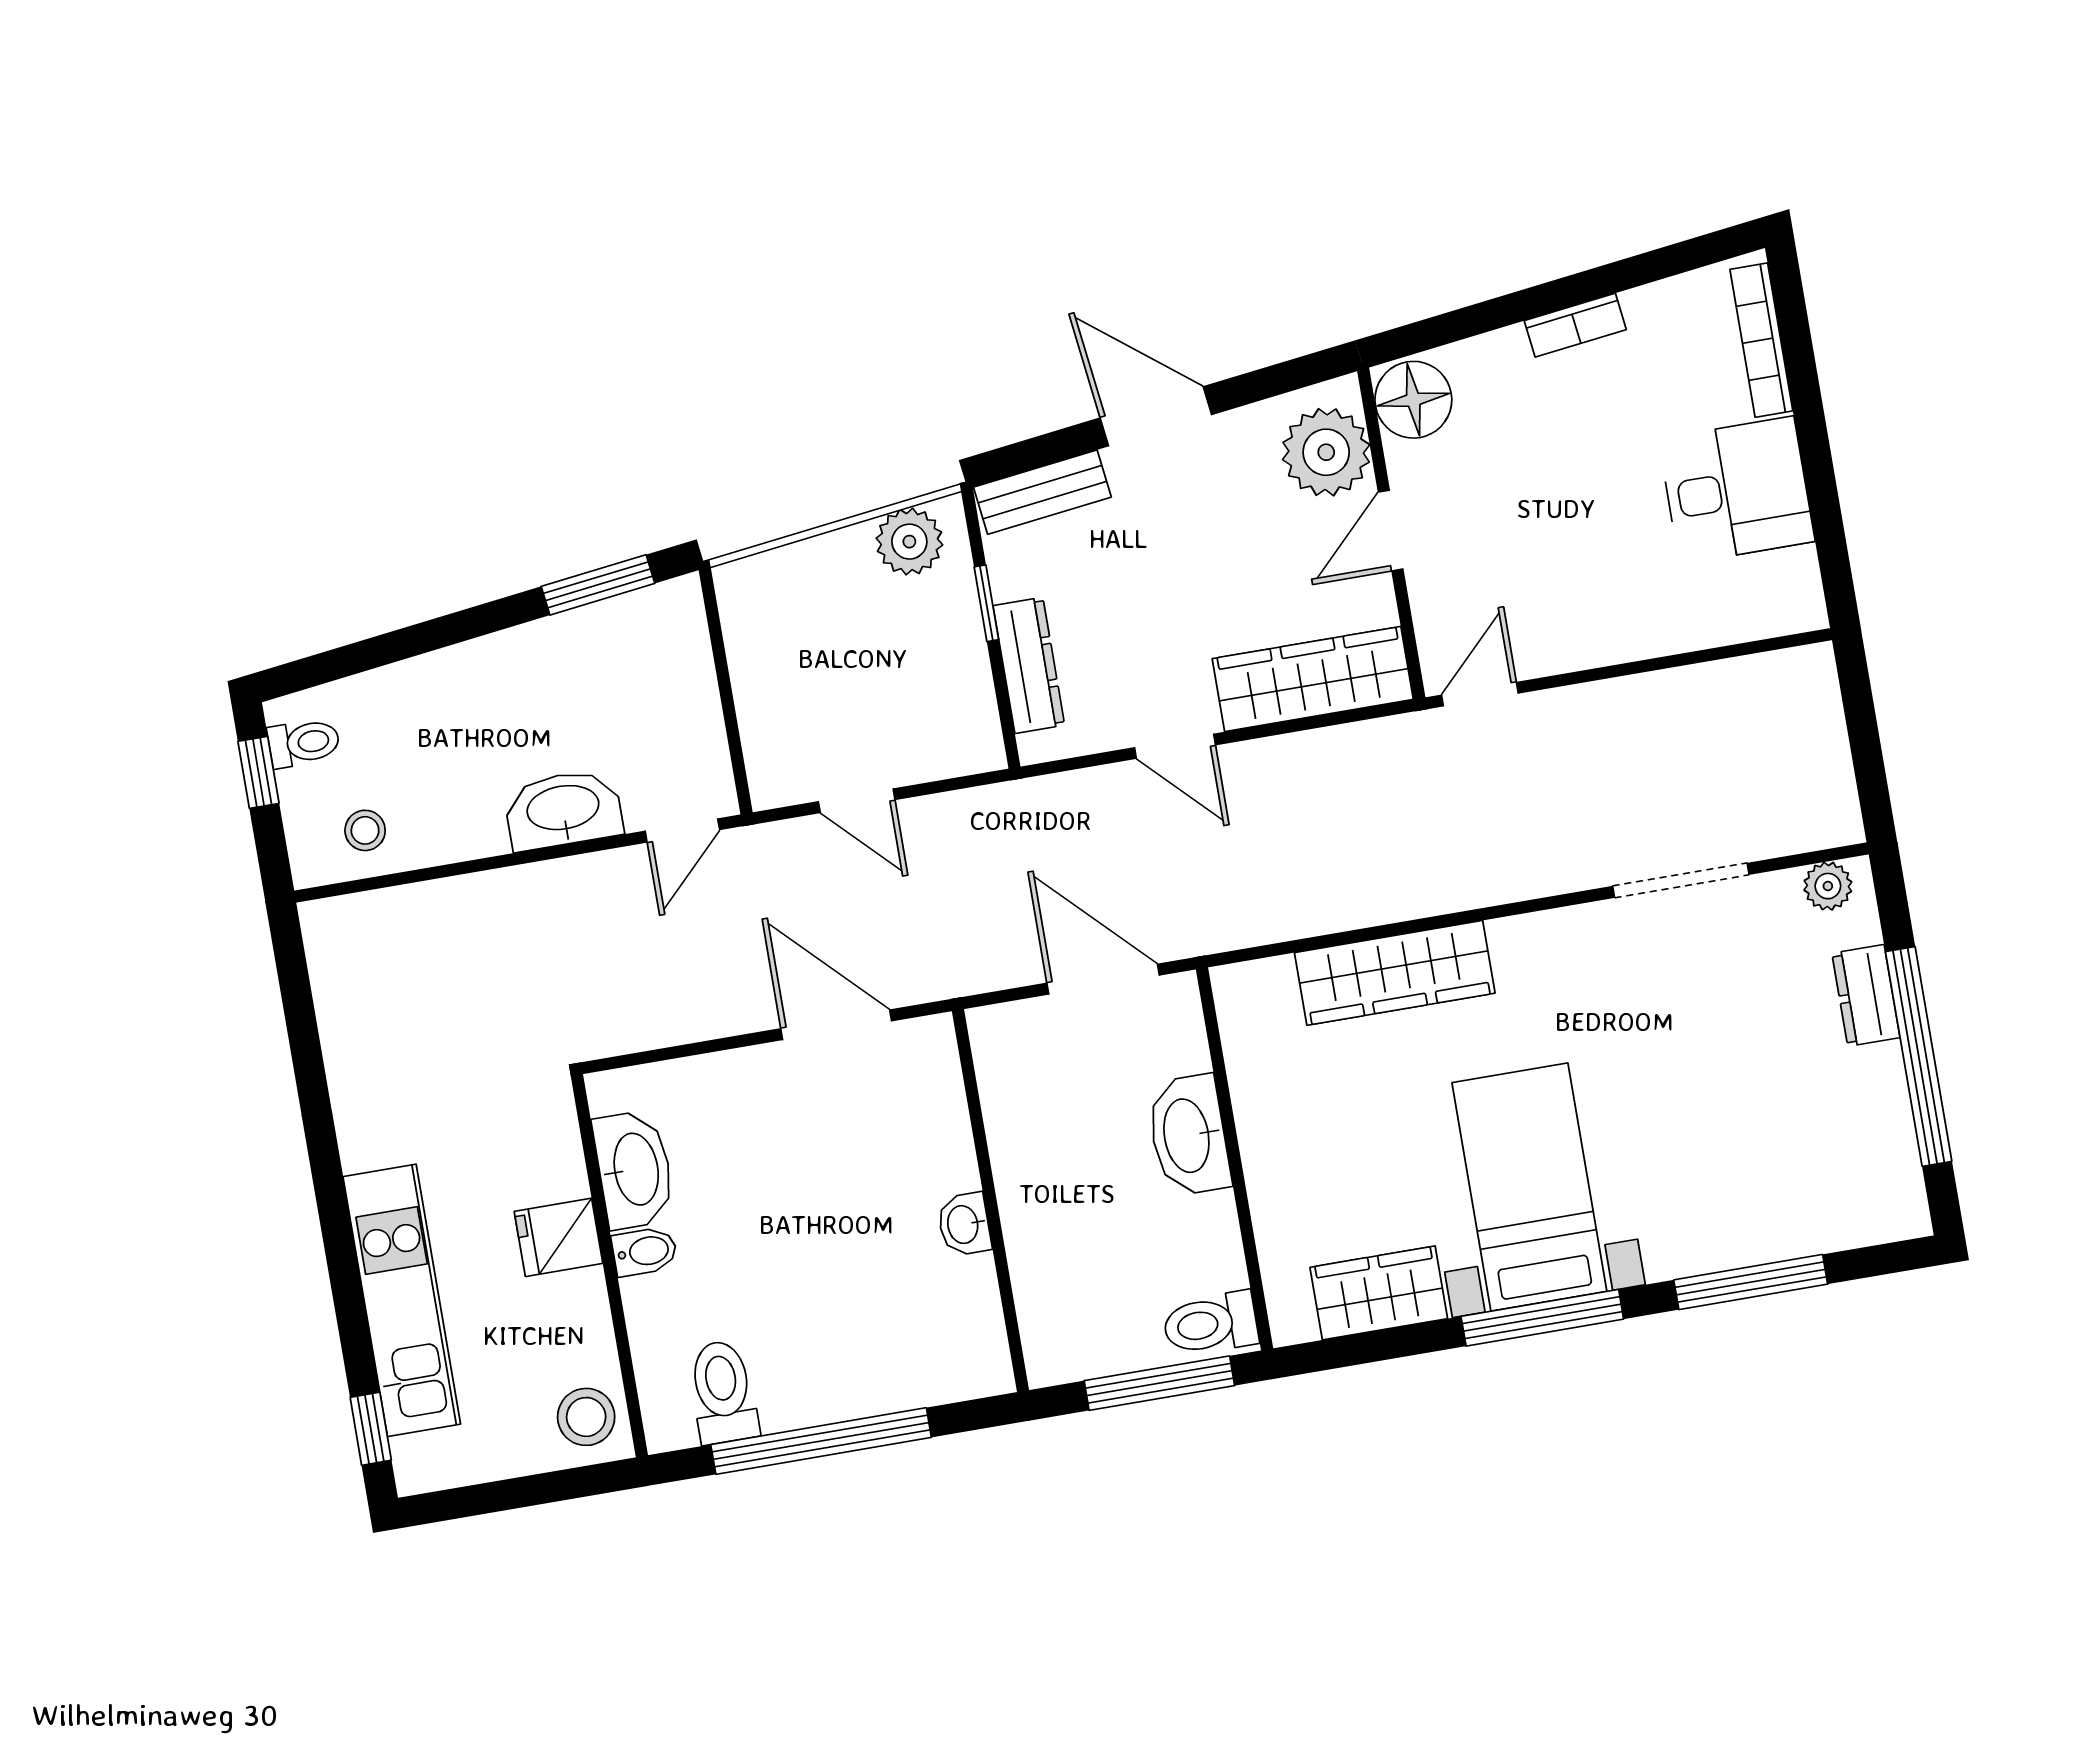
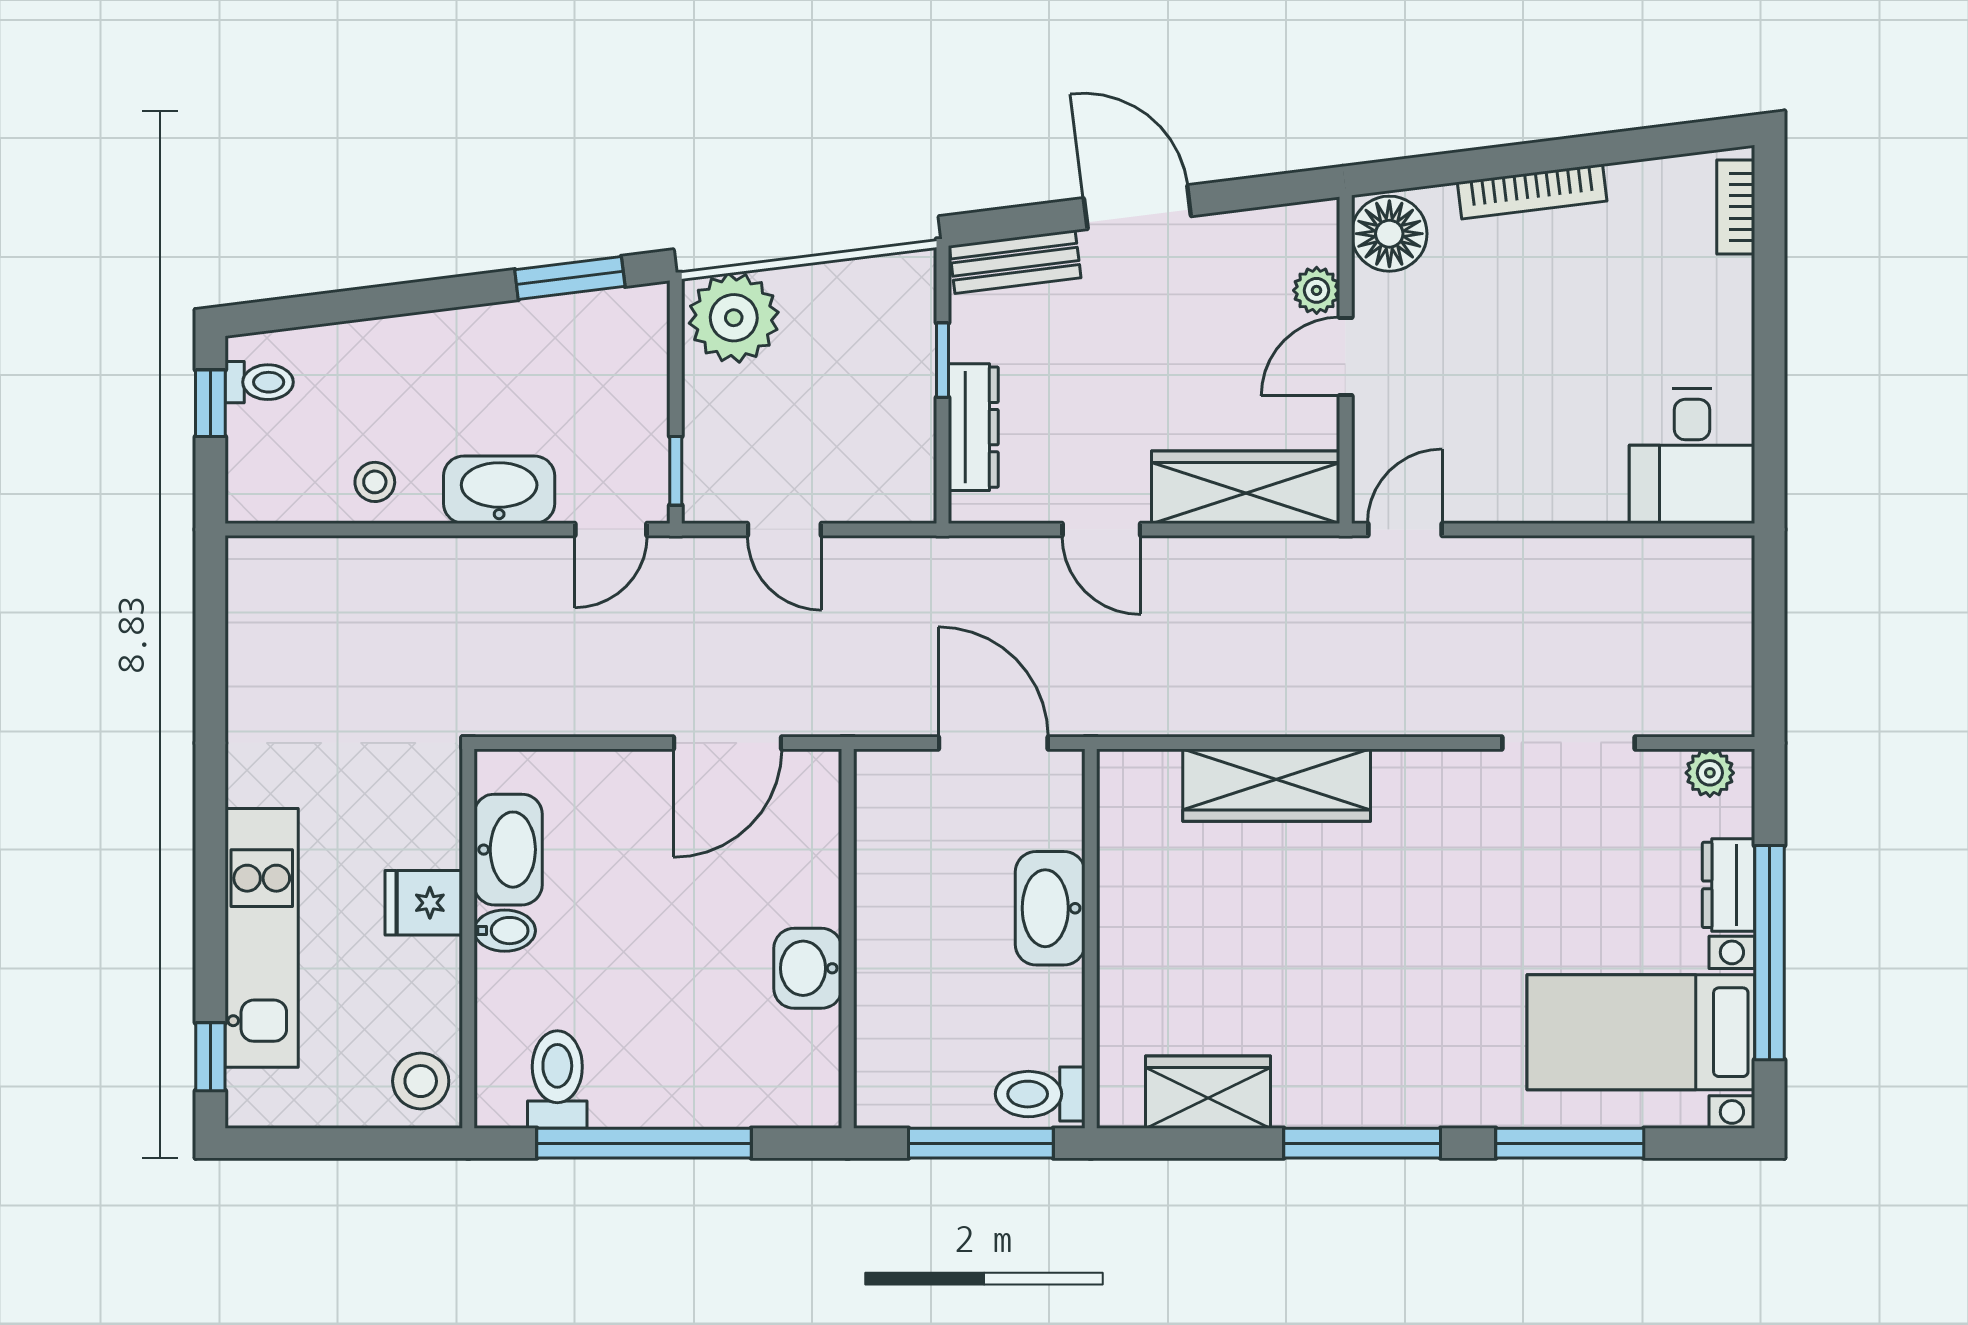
bookcase: (1575, 325) -> (1532, 192), width x1.56
bookcase: (1761, 340) -> (1736, 207), width x0.64
plant: (1326, 452) -> (1317, 290), width x0.53, depth x0.53
desk: (1737, 490) -> (1692, 456), moved, turned 90
plant: (909, 542) -> (734, 318), moved, width x1.36, depth x1.36
window: (737, 760) -> (676, 471), added
stool: (365, 830) -> (375, 482), moved
door: (836, 1025) -> (728, 743), swing flipped
bed with nightstands: (1529, 1187) -> (1641, 1032), moved, turned -90
washbasin: (964, 1224) -> (808, 968), width x1.38, depth x1.45

